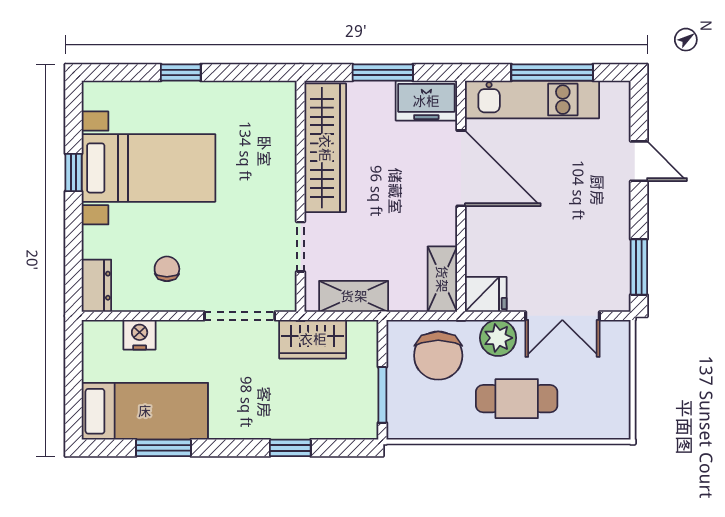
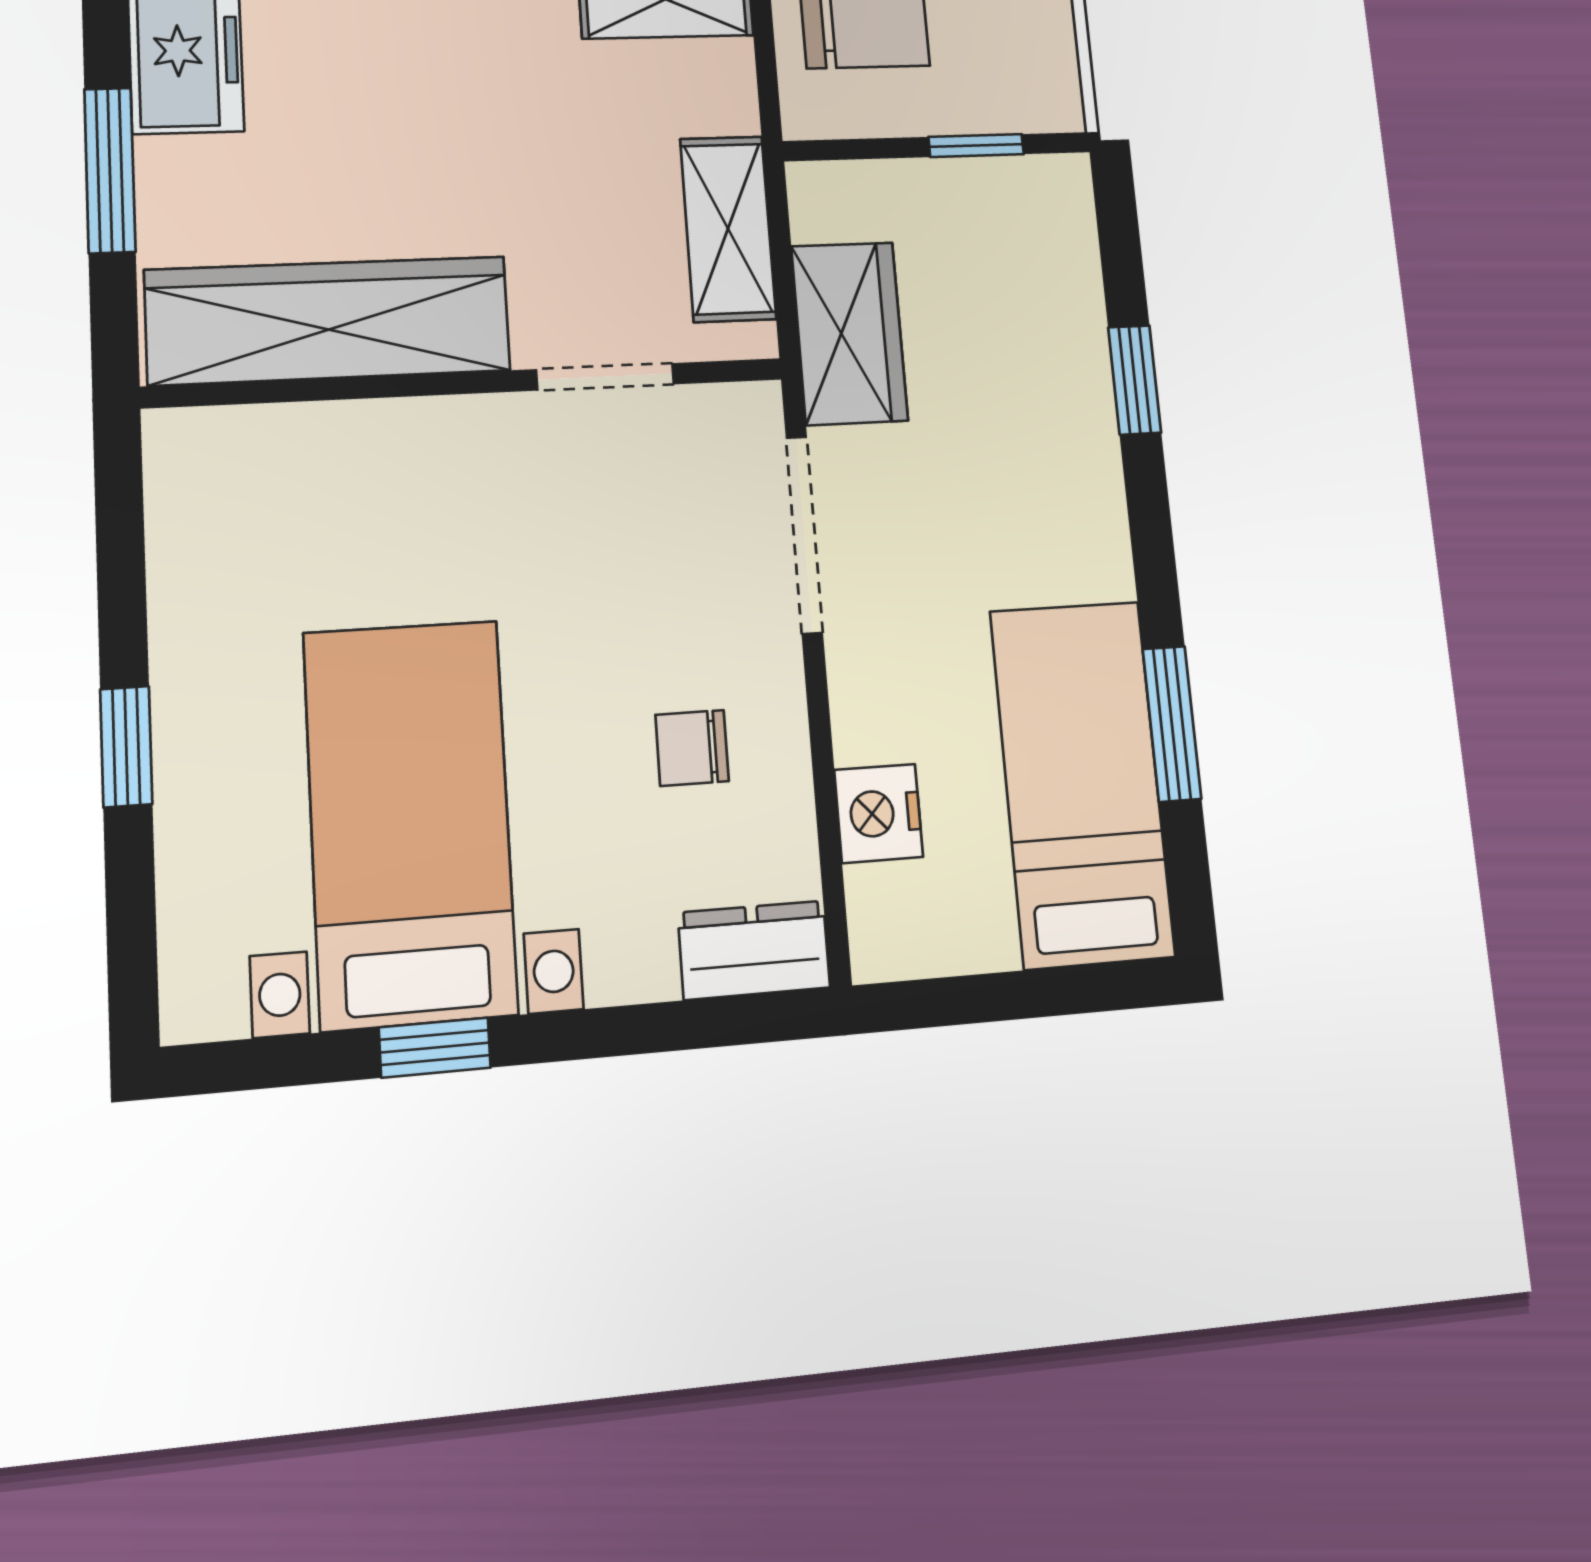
window: (382, 395) -> (976, 146), width x0.67

